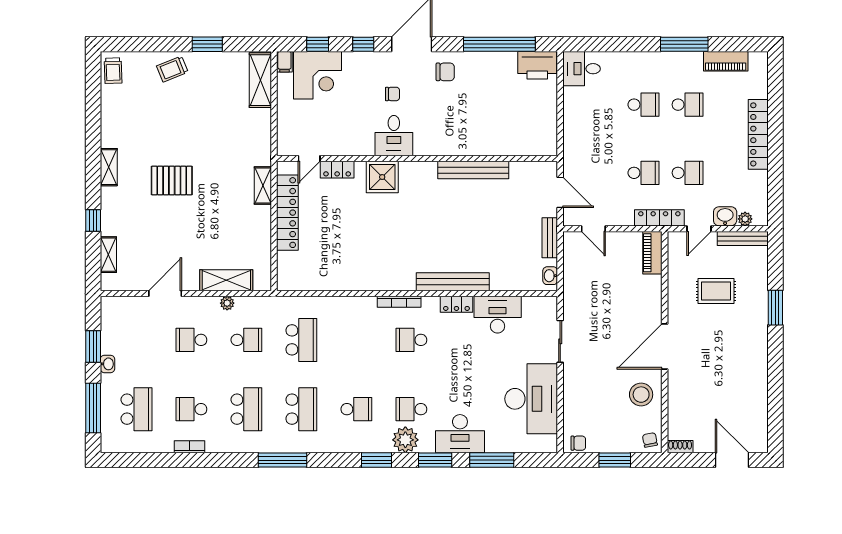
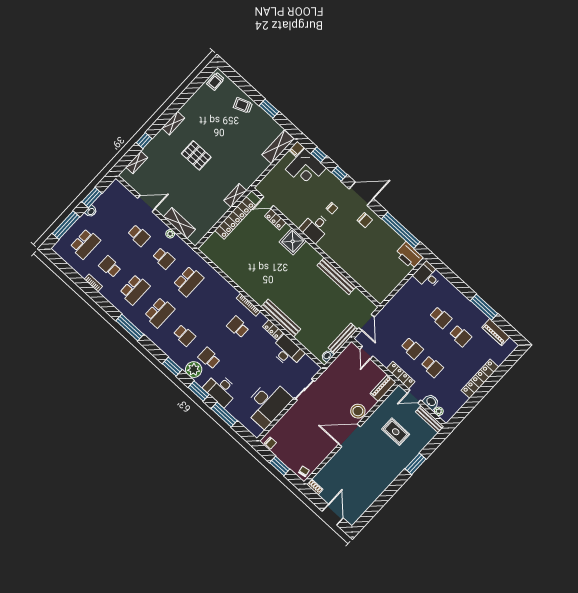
bench: (550, 238) -> (343, 339), width x1.36
school desk: (191, 340) -> (139, 235), turned 180
stool: (641, 395) -> (358, 411), moved

